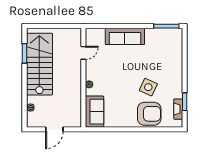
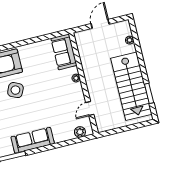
plant: (98, 33) -> (80, 132), added
sofa: (125, 36) -> (33, 140), moved

